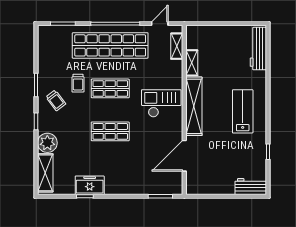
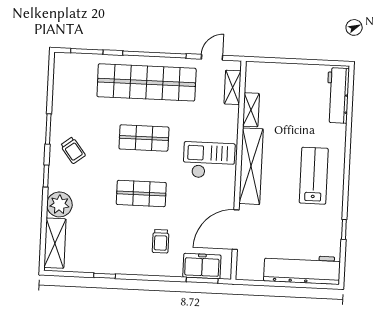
trolley: (78, 83) -> (161, 241), moved
freezer: (90, 185) -> (202, 266), moved
workbench: (251, 187) -> (302, 269), width x1.88, depth x1.32

